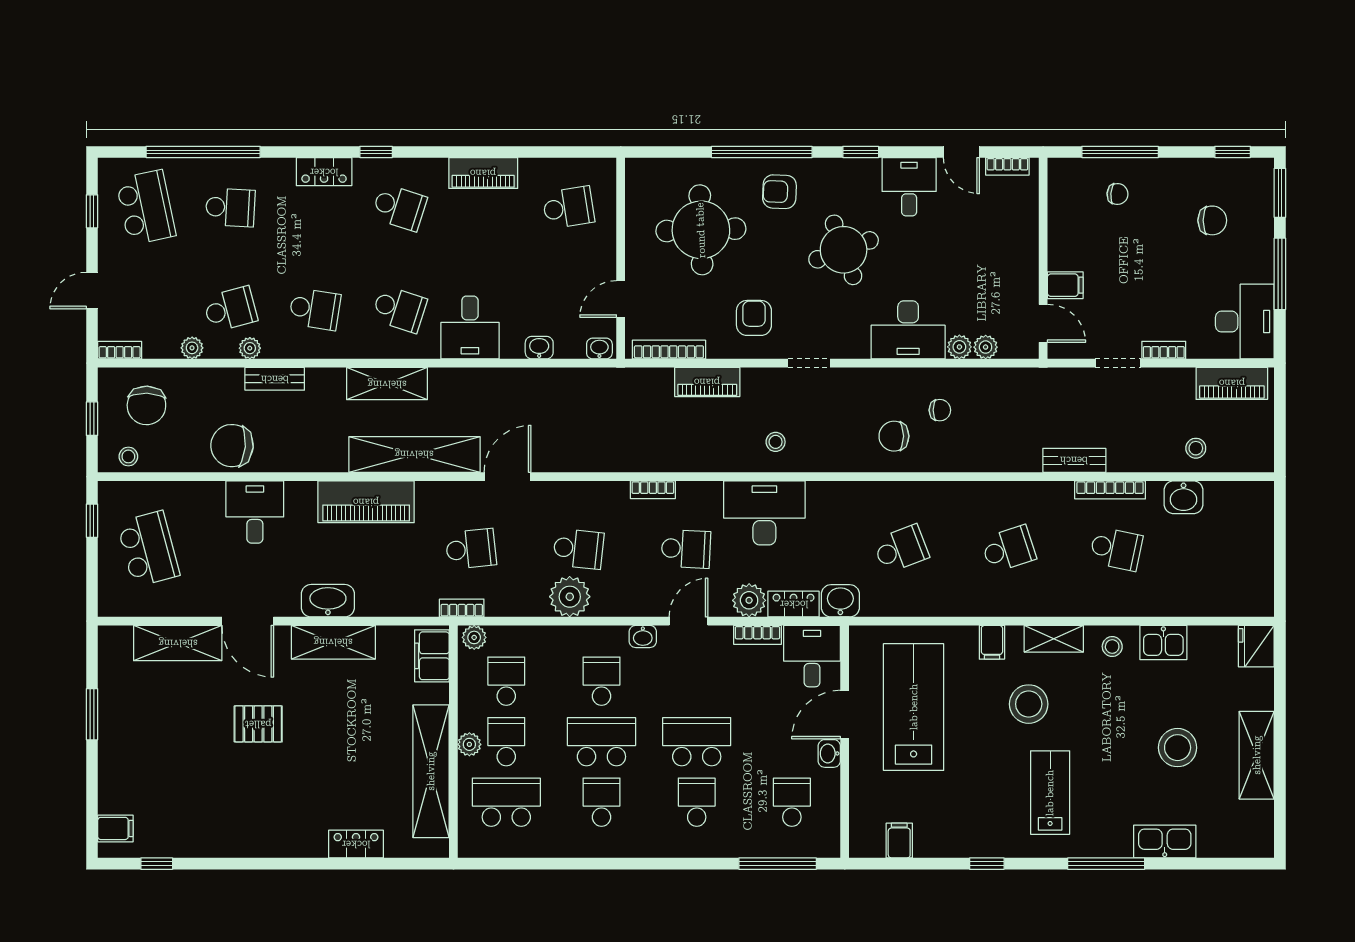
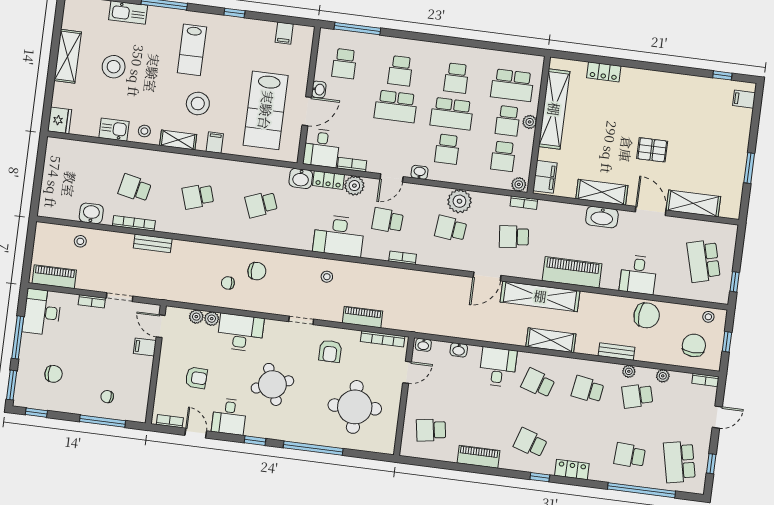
armchair: (779, 192) -> (196, 378), moved
chair: (1212, 220) -> (54, 374), turned 180

